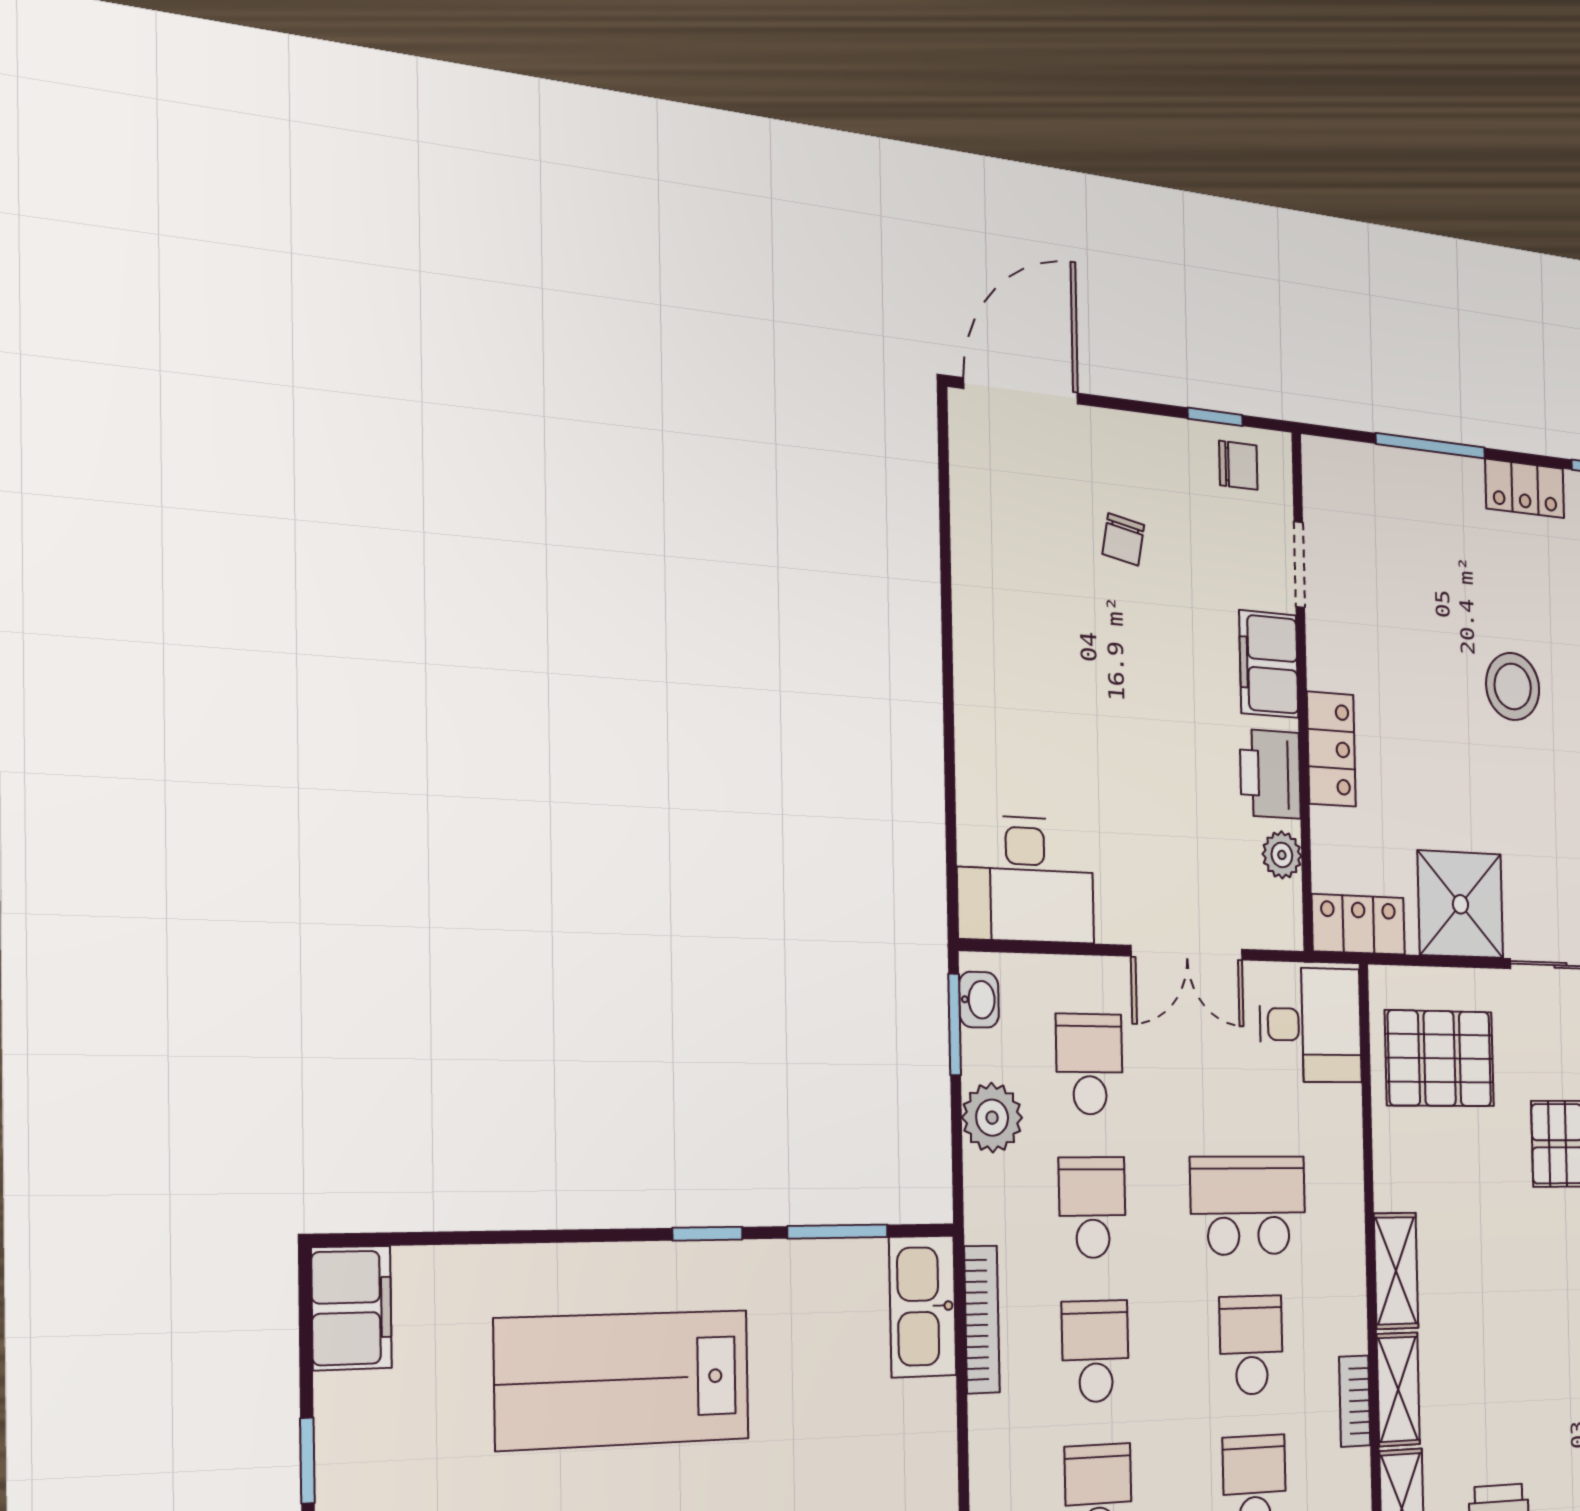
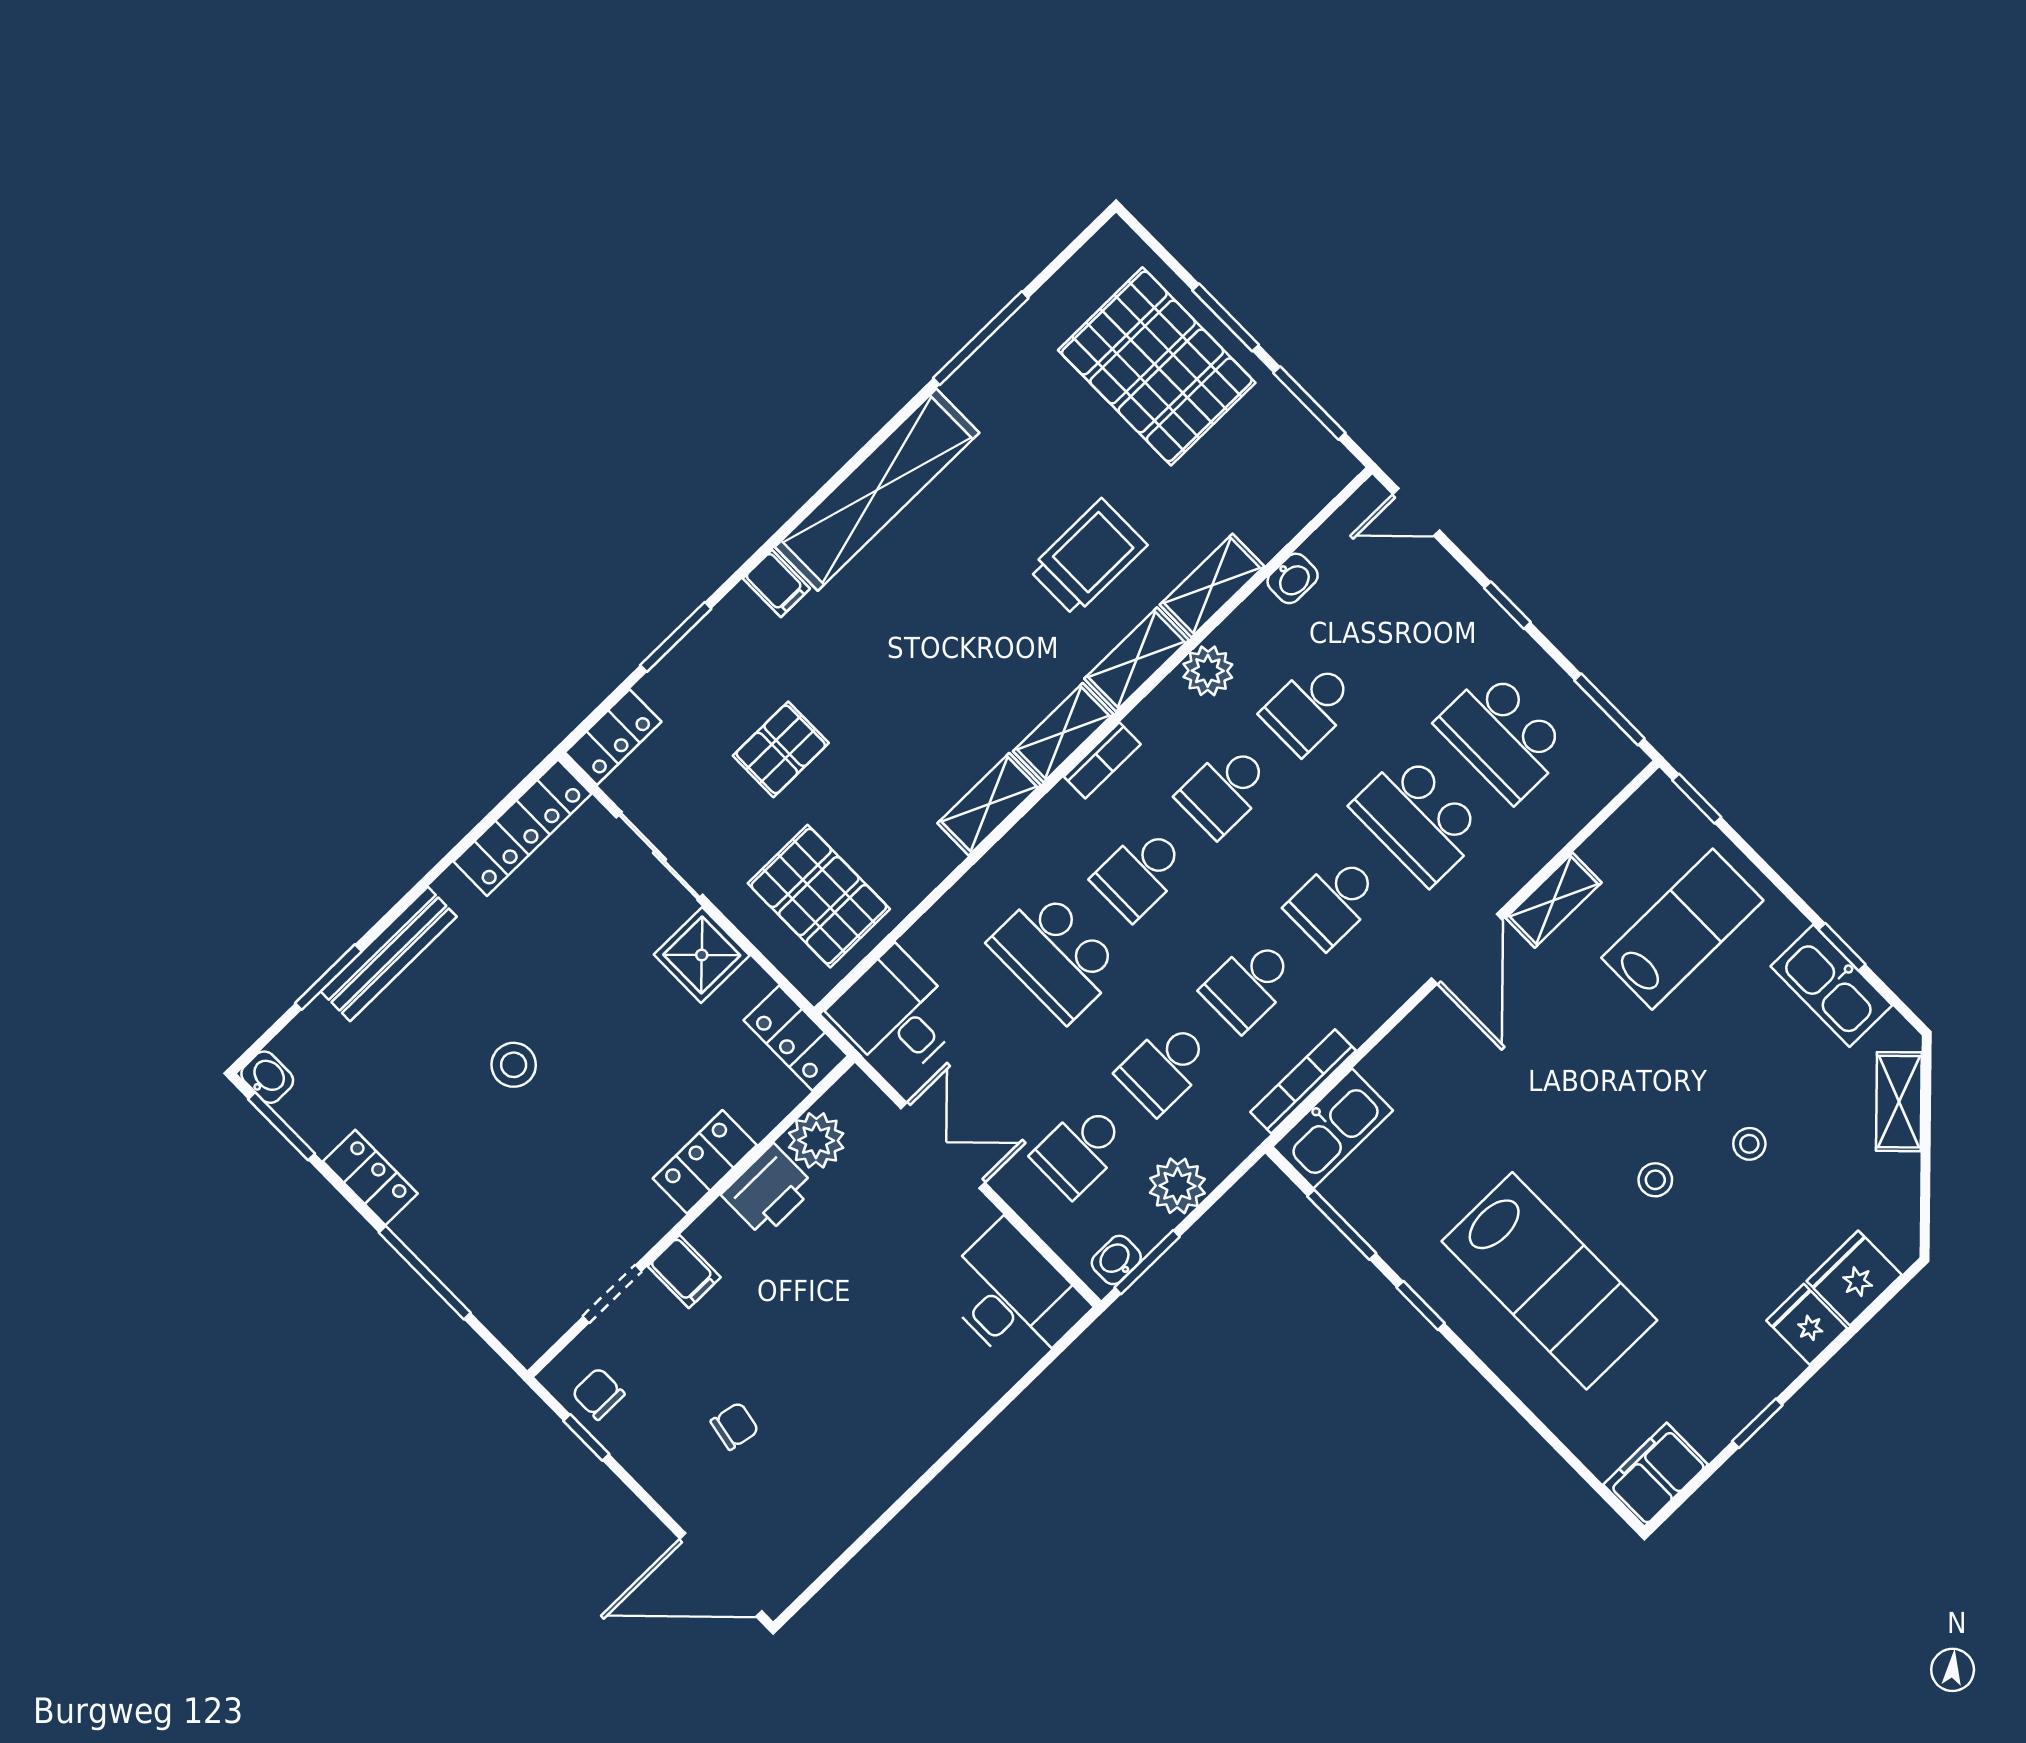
filing cabinet: (1269, 664) -> (684, 1272), width x0.50
stool: (1513, 686) -> (514, 1065), width x0.73, depth x0.73
plant: (1282, 855) -> (816, 1140), width x1.38, depth x1.38
shower: (1460, 904) -> (702, 955), width x0.73, depth x0.73

